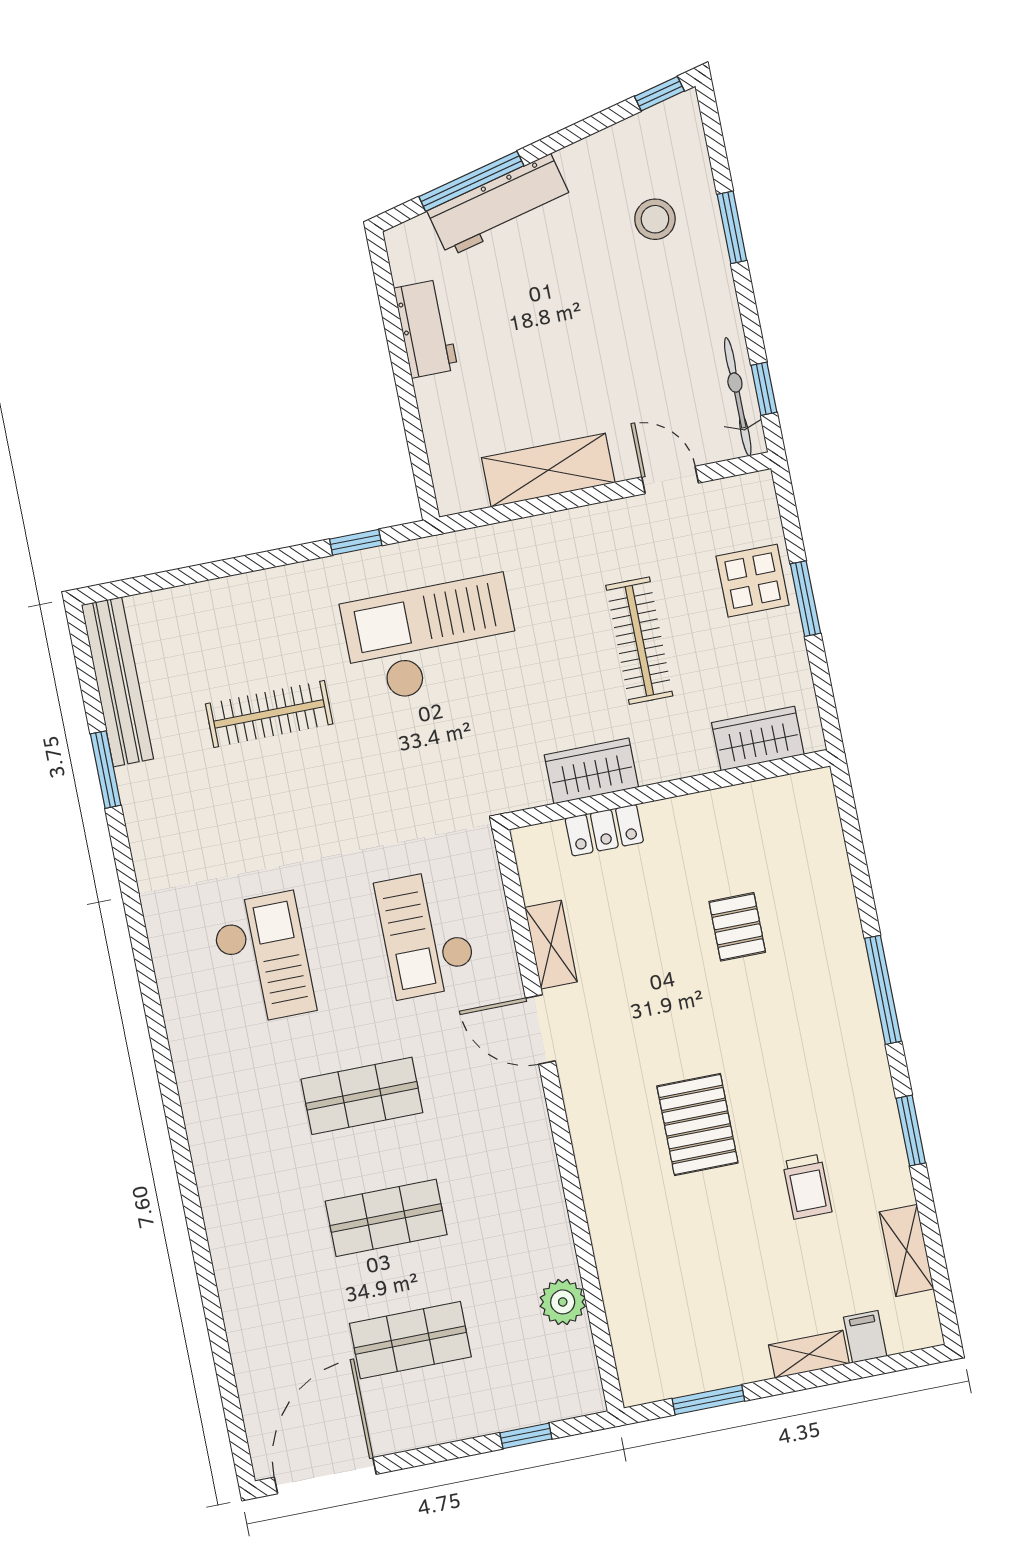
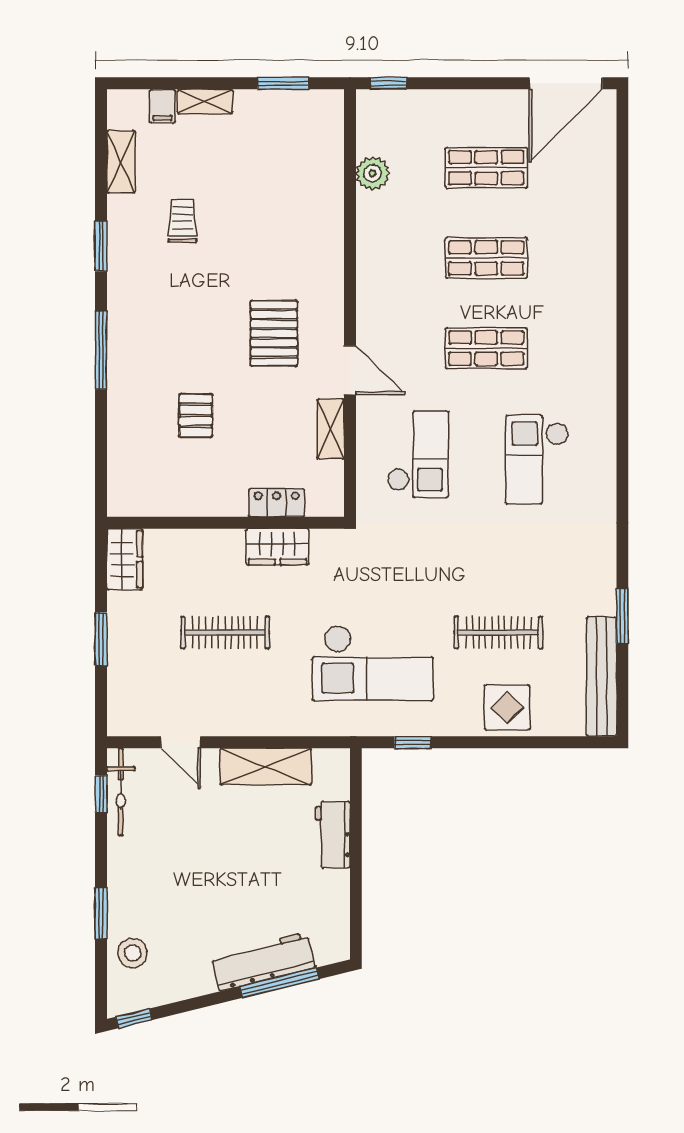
stool: (655, 219) -> (133, 953), moved
workbench: (426, 329) -> (333, 835), moved
display table: (753, 581) -> (507, 707), moved
clothes rail: (639, 641) -> (225, 632), turned 90
wardrobe: (758, 738) -> (125, 559), moved, turned -90
pallet: (697, 1125) -> (274, 333), moved
window: (526, 1436) -> (388, 83), moved

